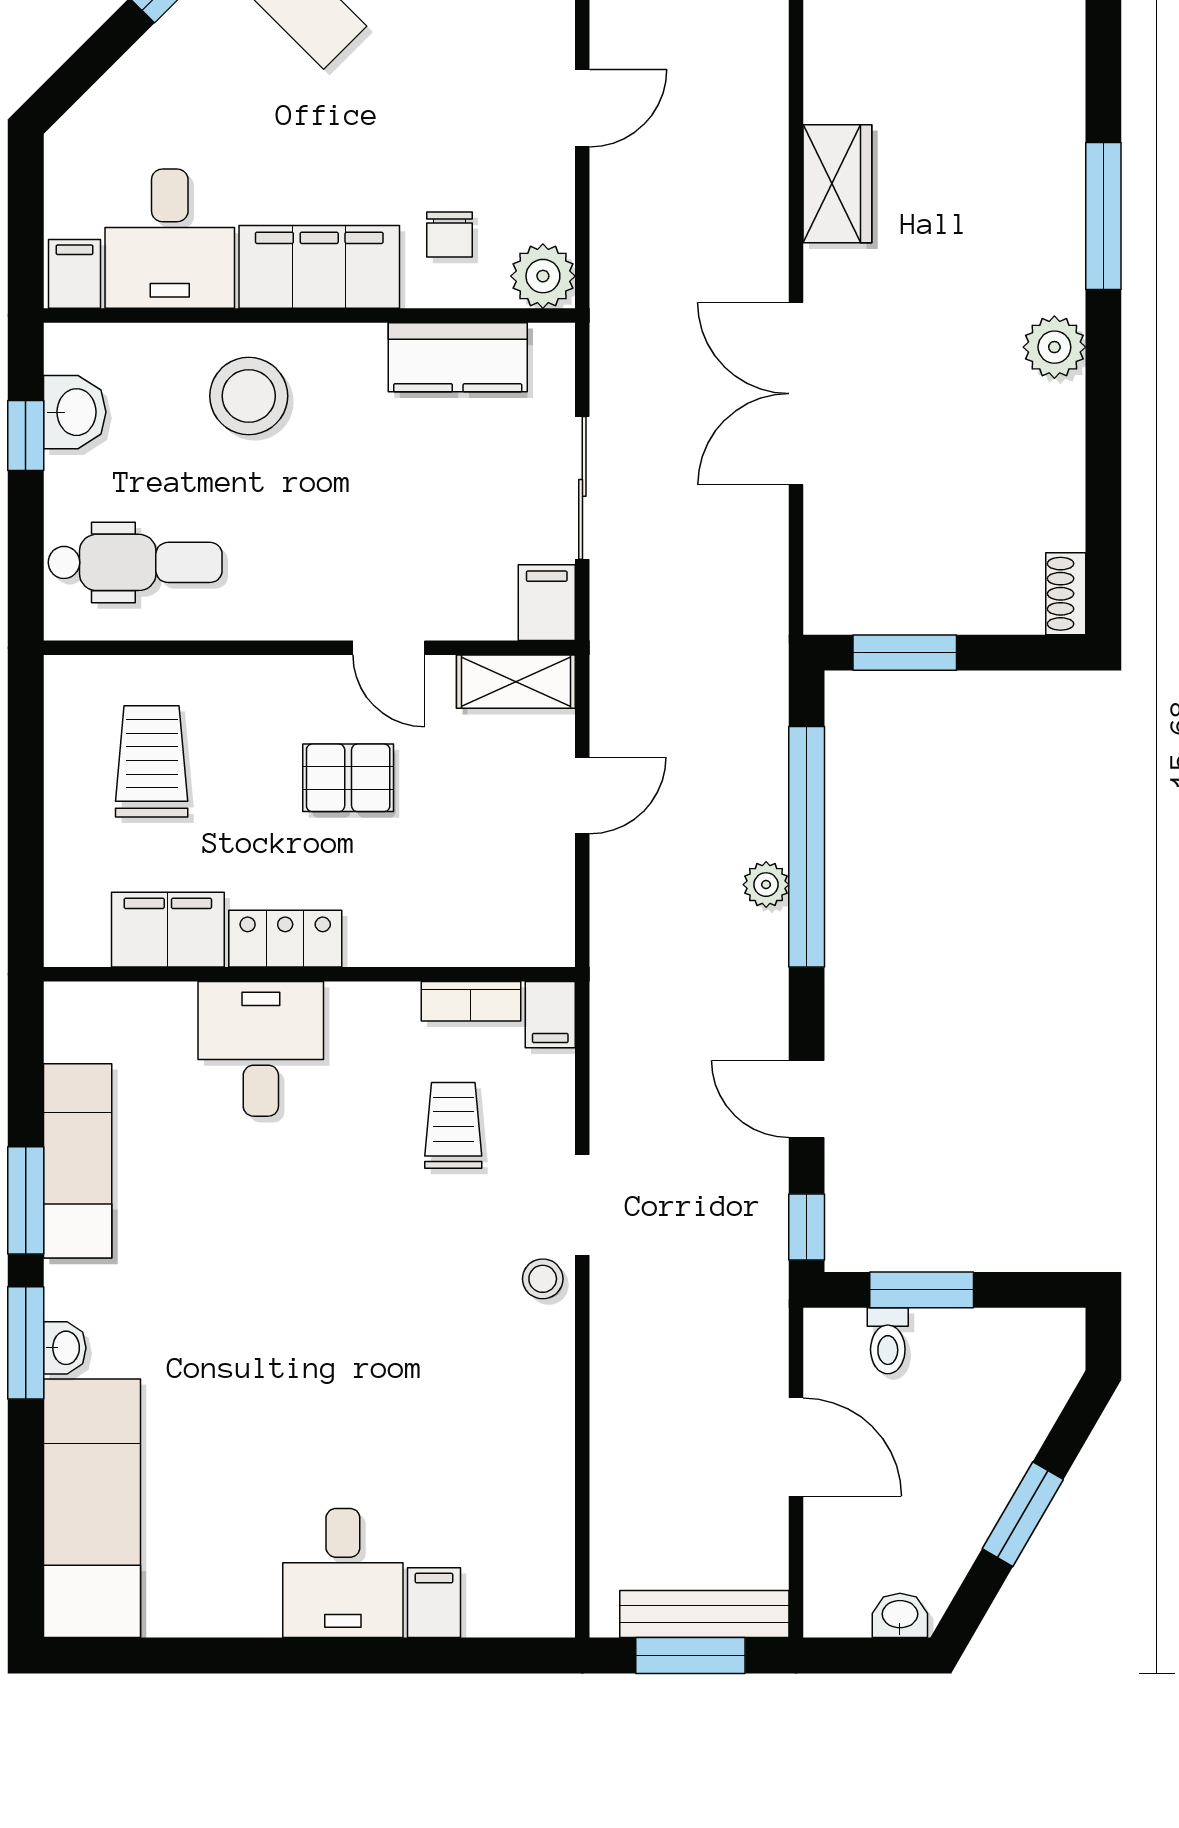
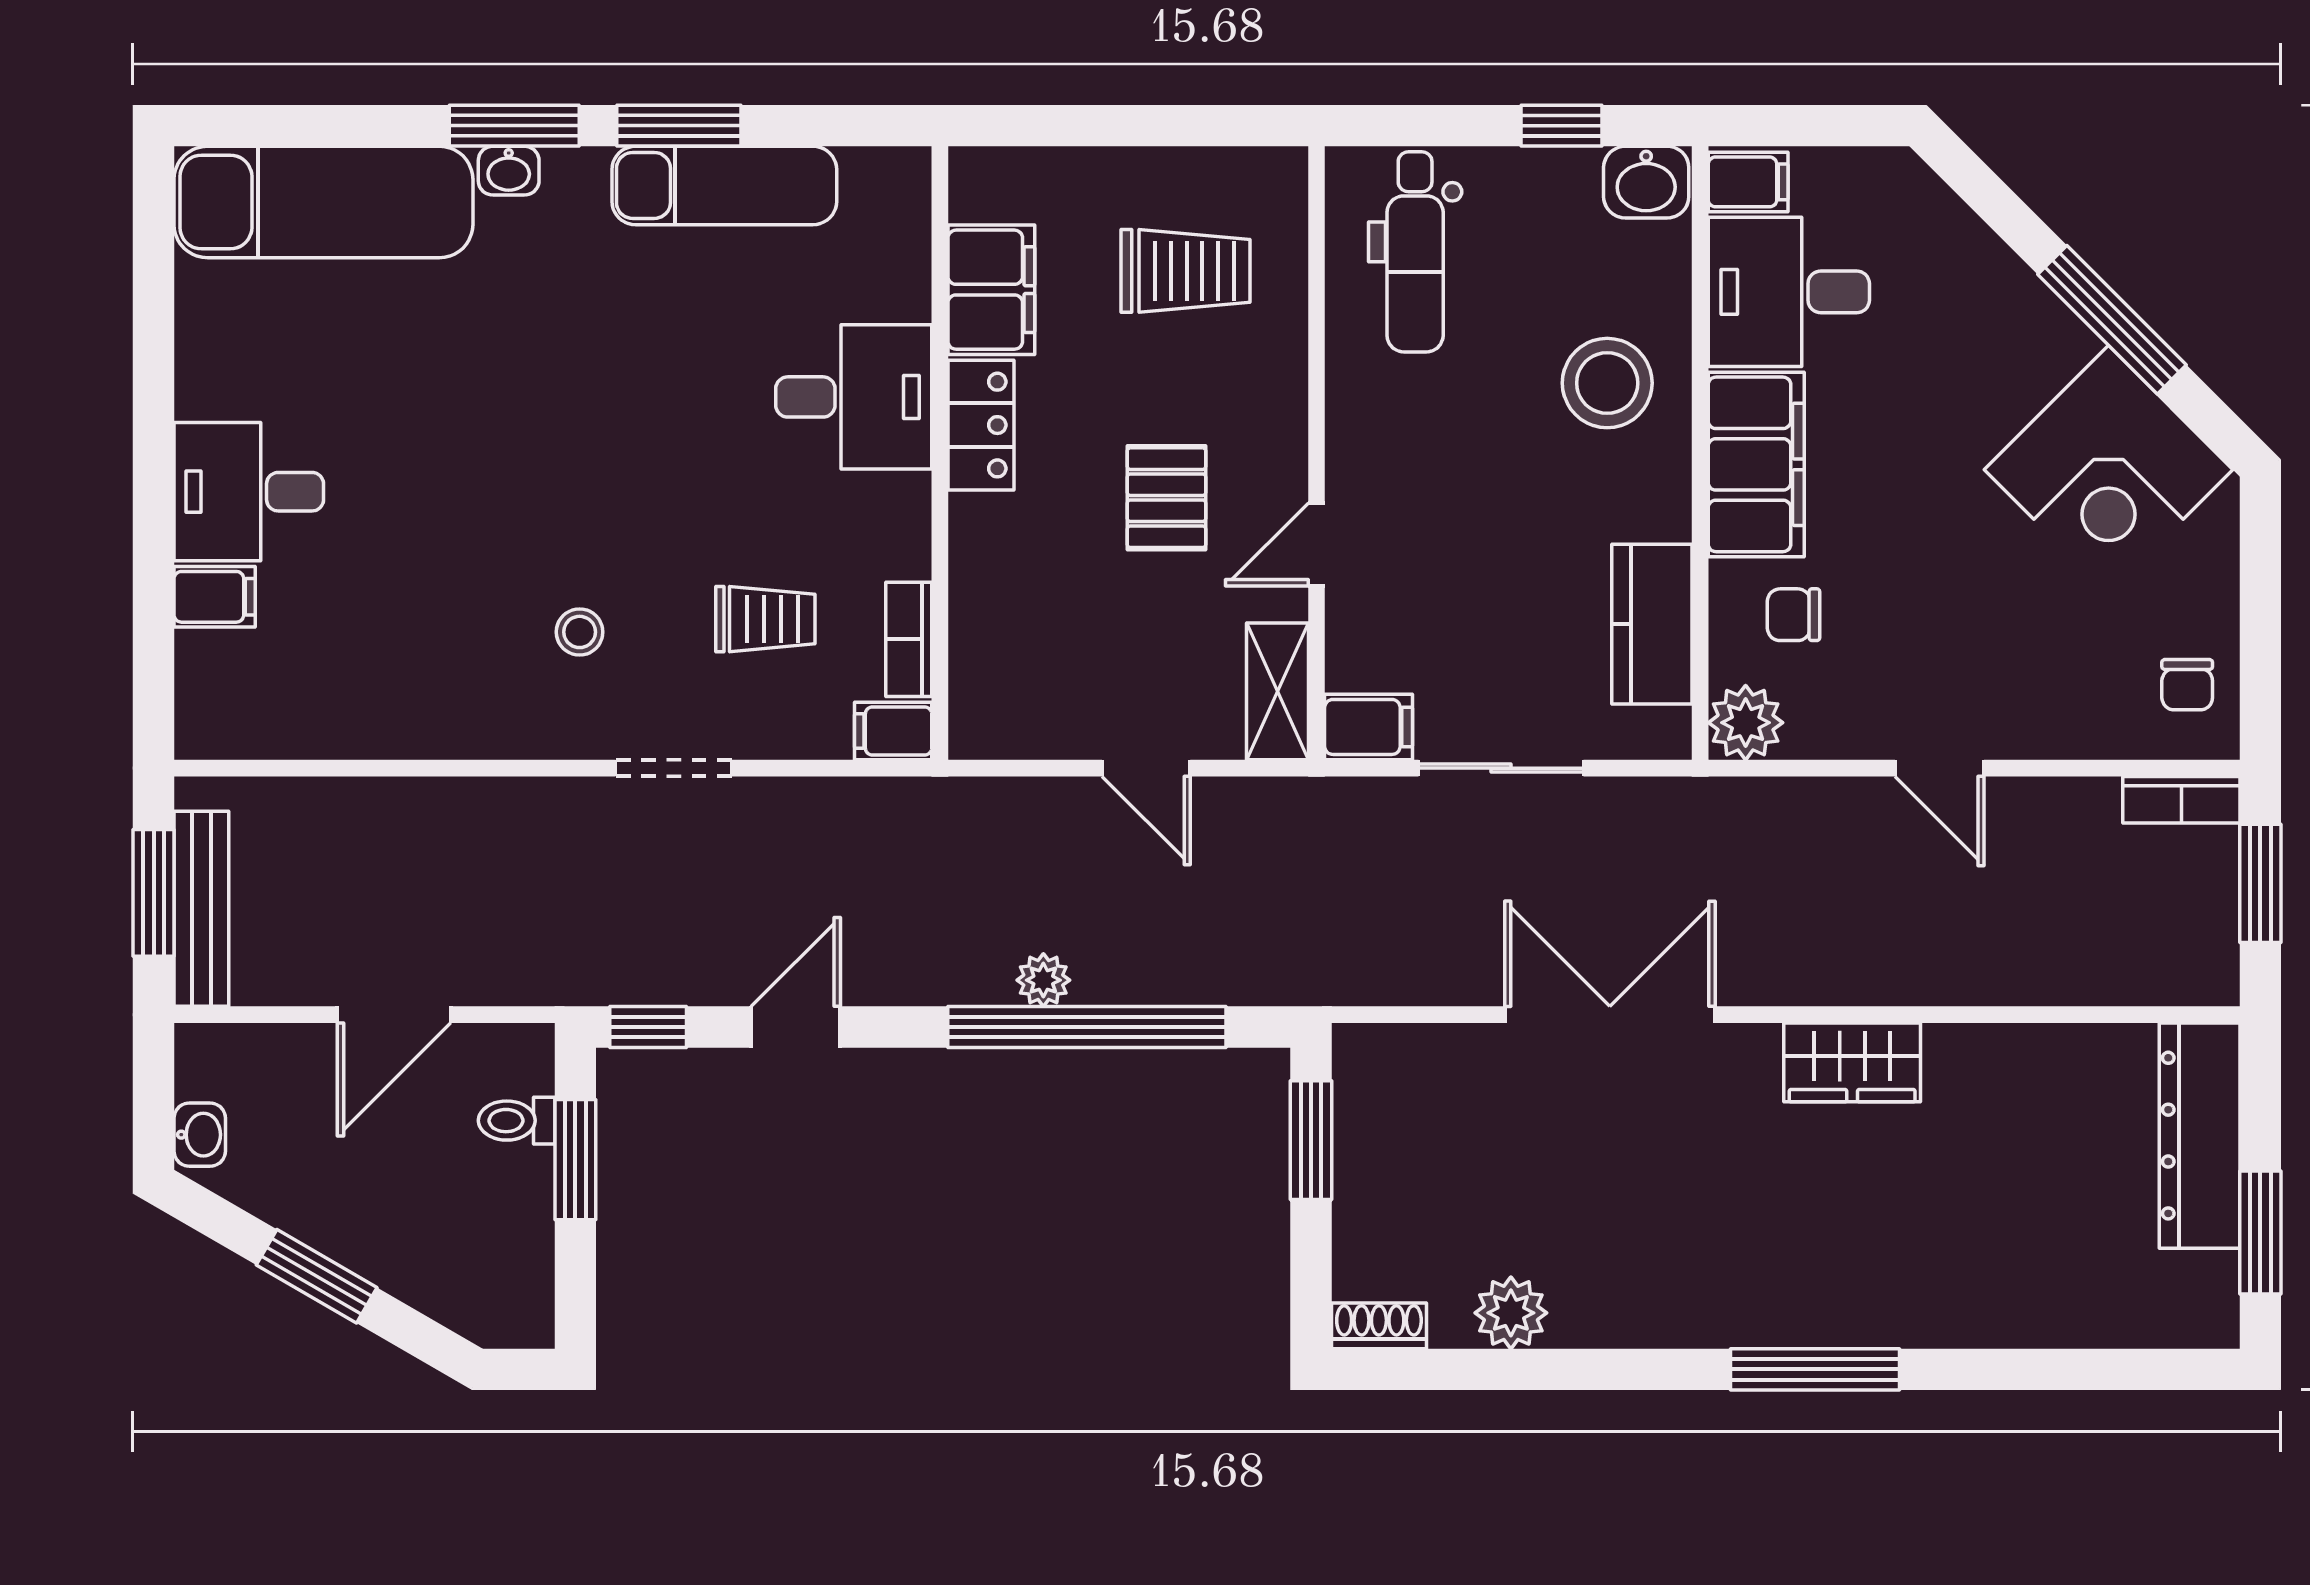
plant: (1054, 347) -> (1511, 1313), moved
washbasin: (75, 412) -> (1646, 182), moved
stool: (543, 1279) -> (580, 632), moved

